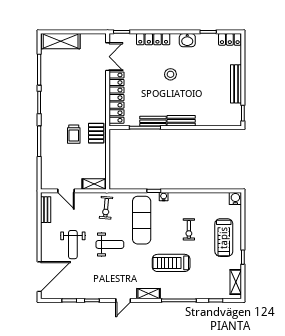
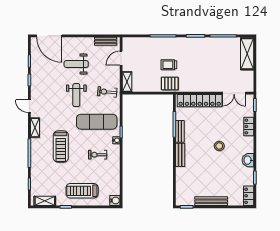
locker: (153, 39) -> (249, 126), width x0.66
exercise bike: (189, 229) -> (98, 155), moved
treadmill: (171, 263) -> (61, 147), turned 180

